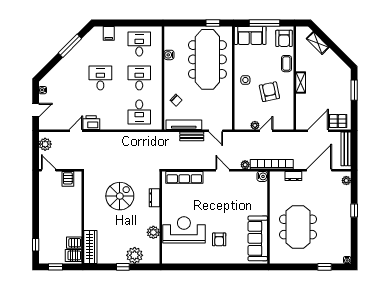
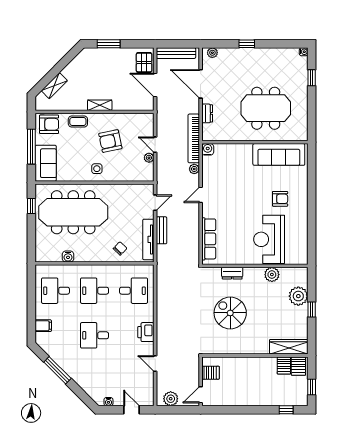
printer: (91, 123) -> (146, 332), moved

